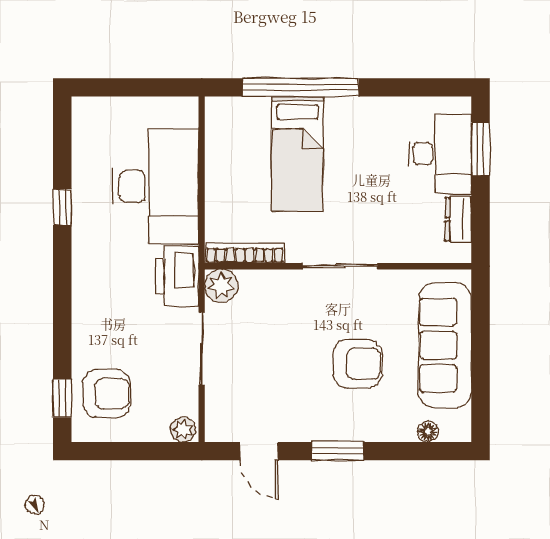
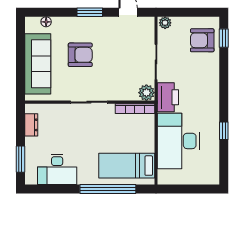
bed: (297, 154) -> (127, 166), moved, turned -90
desk: (440, 154) -> (57, 169), moved, turned -90
armchair: (358, 364) -> (80, 55), turned 180

